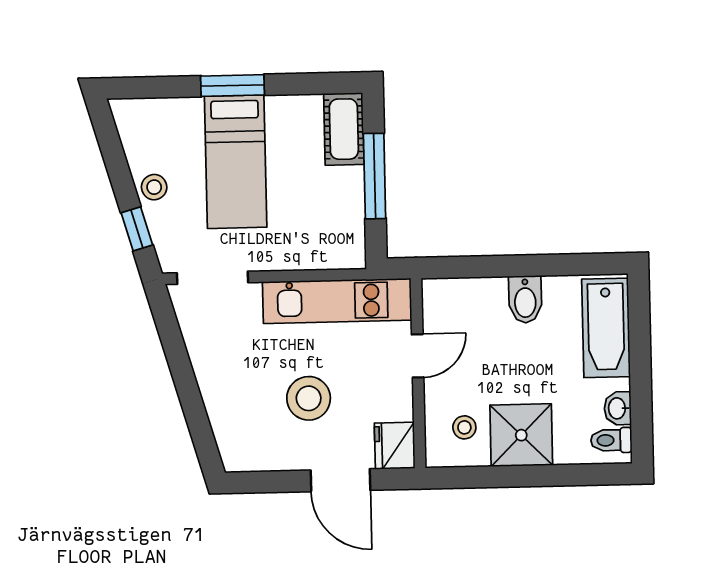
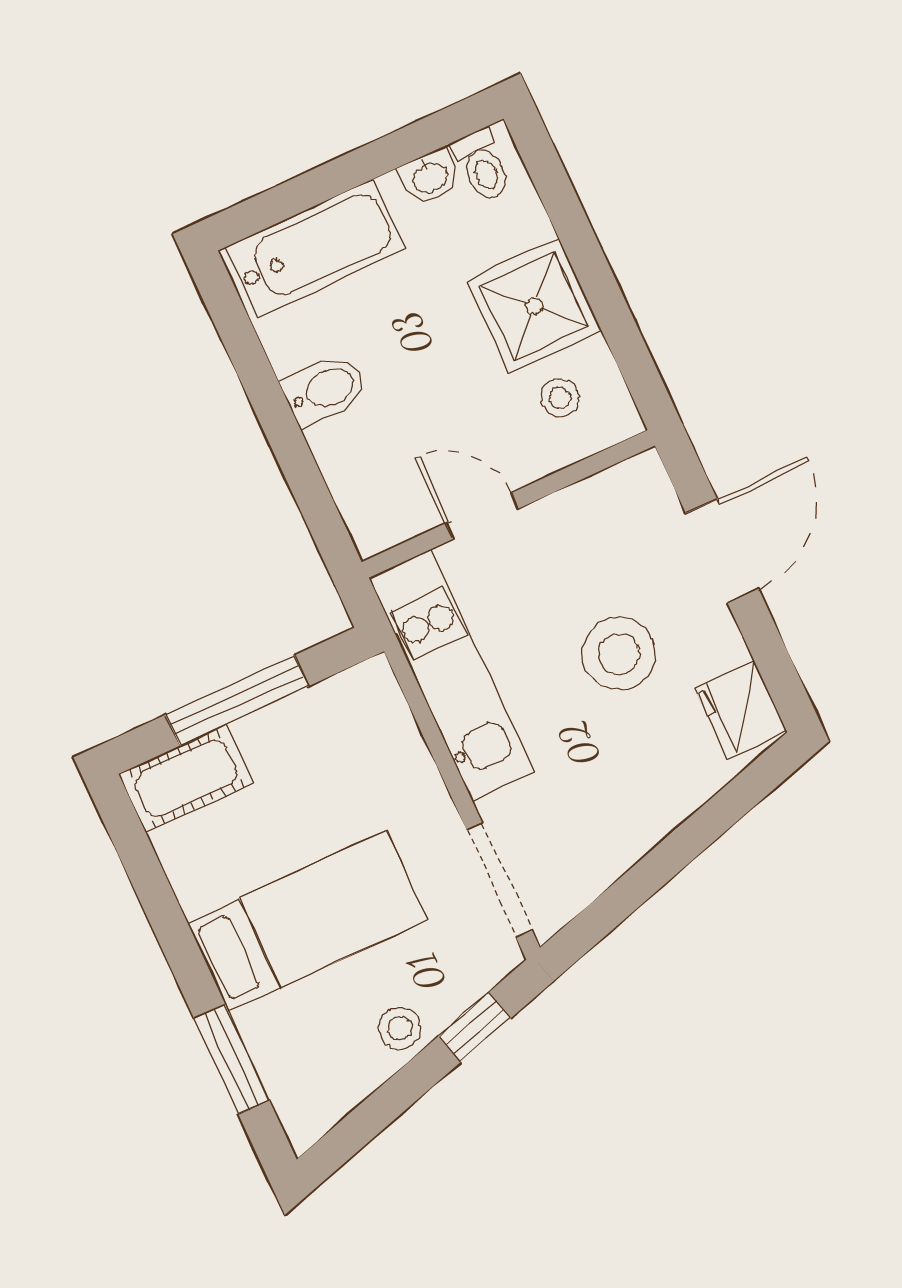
window: (233, 86) -> (232, 1059), moved
fridge: (395, 446) -> (741, 710), moved, turned 90

